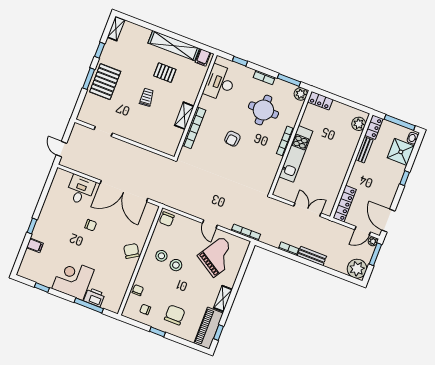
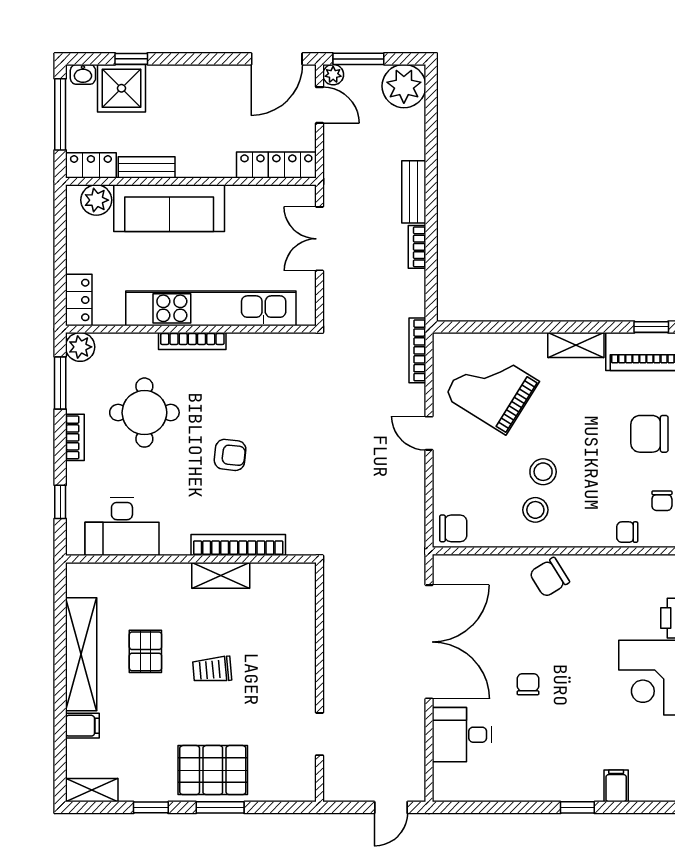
filing cabinet: (203, 57) -> (82, 726), moved
sofa: (344, 153) -> (169, 208), added
kitchen unit: (296, 154) -> (211, 308), width x1.36
window: (405, 178) -> (131, 59), moved
door: (210, 224) -> (429, 433), swing flipped

